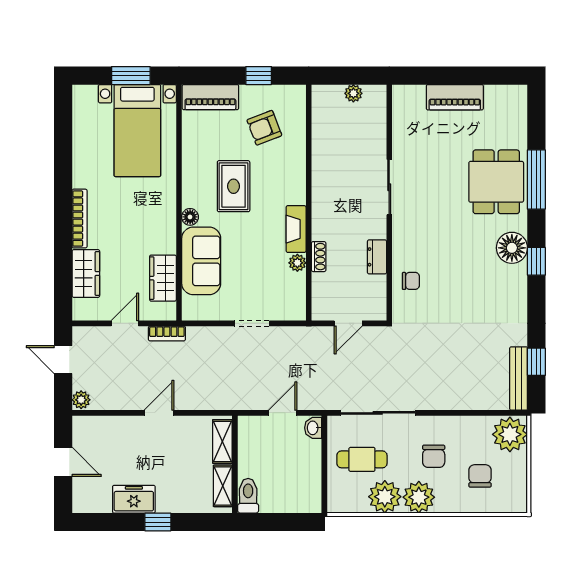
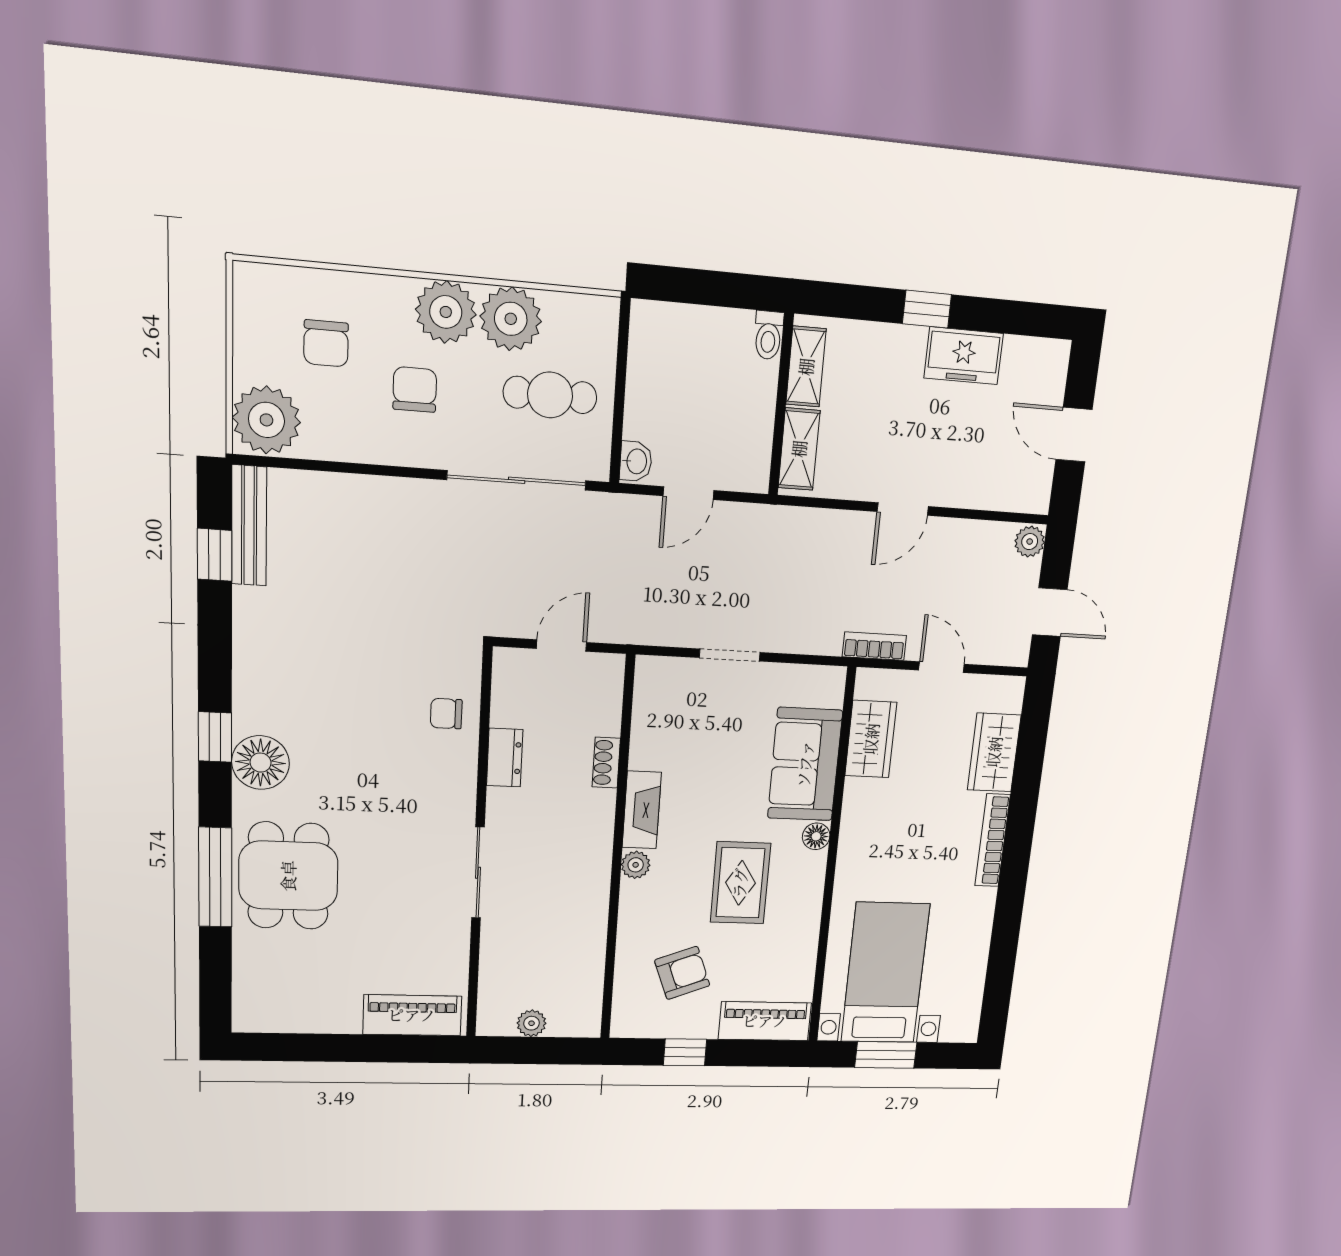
piano: (455, 97) -> (412, 1015), moved
plant: (297, 263) -> (636, 865), moved
door: (125, 323) -> (942, 667), swing flipped
toilet: (248, 496) -> (768, 335), width x0.73, depth x0.72

